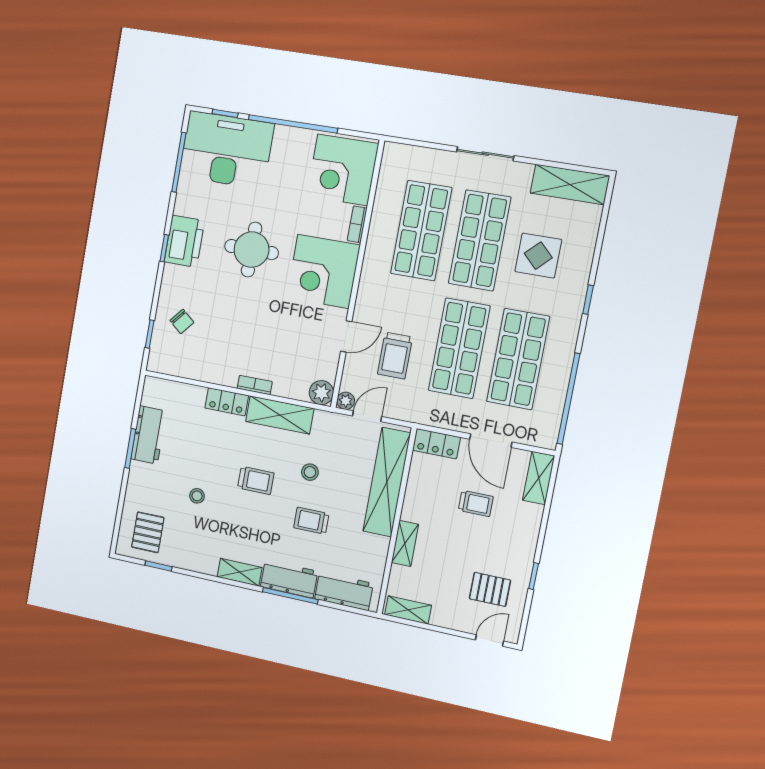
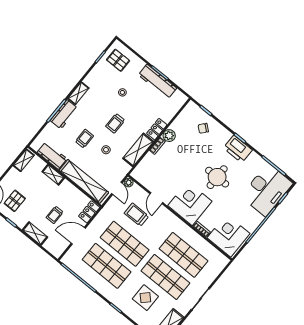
plant: (321, 393) -> (169, 136), moved
workbench: (149, 435) -> (157, 82), width x1.38
shelving: (539, 478) -> (35, 234), moved
workbench: (344, 591) -> (52, 156), moved, turned -90

